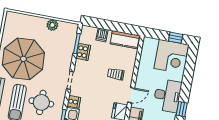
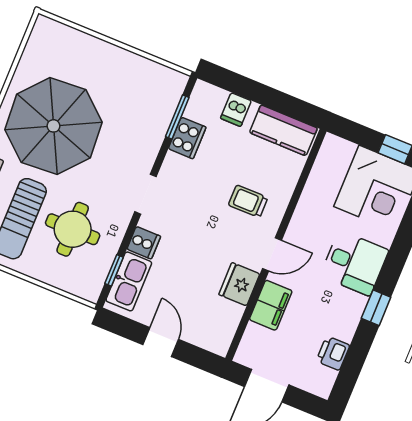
plant: (52, 25) -> (132, 65), removed
desk: (167, 96) -> (354, 263), width x0.73

